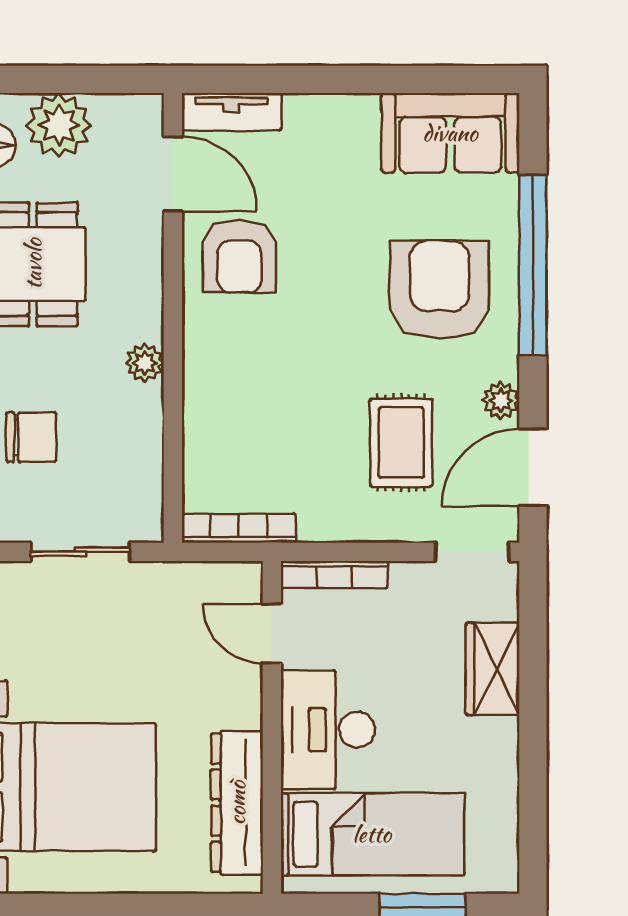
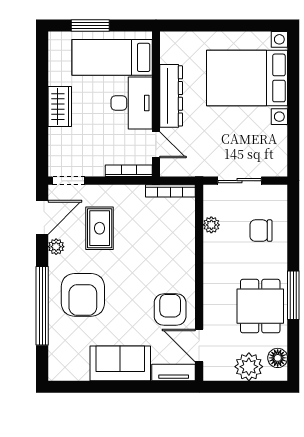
sofa: (450, 133) -> (120, 363), moved
plant: (145, 363) -> (211, 225), moved
wardrobe: (493, 669) -> (60, 106), moved
dresser: (237, 803) -> (171, 96), moved

